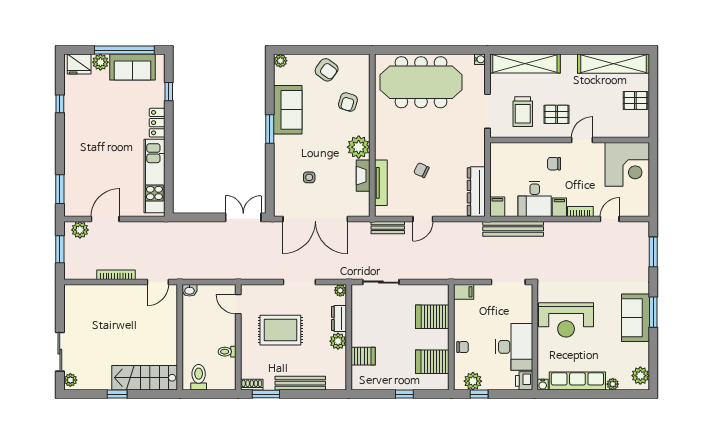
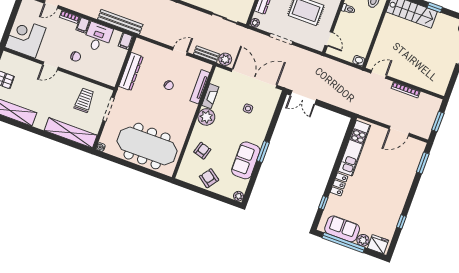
pallet: (557, 114) -> (62, 90), removed
dresser: (476, 192) -> (131, 72), moved
plant: (80, 230) -> (225, 59), moved

